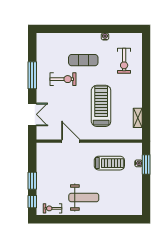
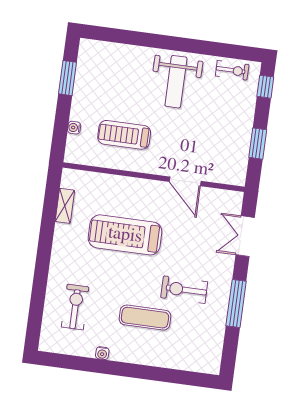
treadmill: (101, 106) -> (125, 235), turned 90
window: (146, 164) -> (68, 78), moved
window: (32, 181) -> (258, 144), moved
weight bench: (84, 197) -> (176, 82), turned -90

